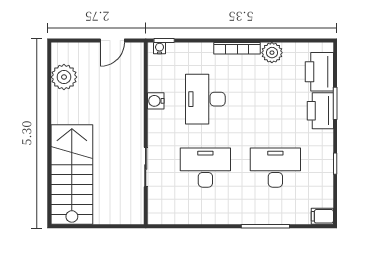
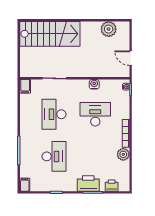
printer: (319, 72) -> (112, 186), width x0.53, depth x0.68
desk: (205, 168) -> (54, 114), turned 180
filing cabinet: (159, 216) -> (25, 86), added

